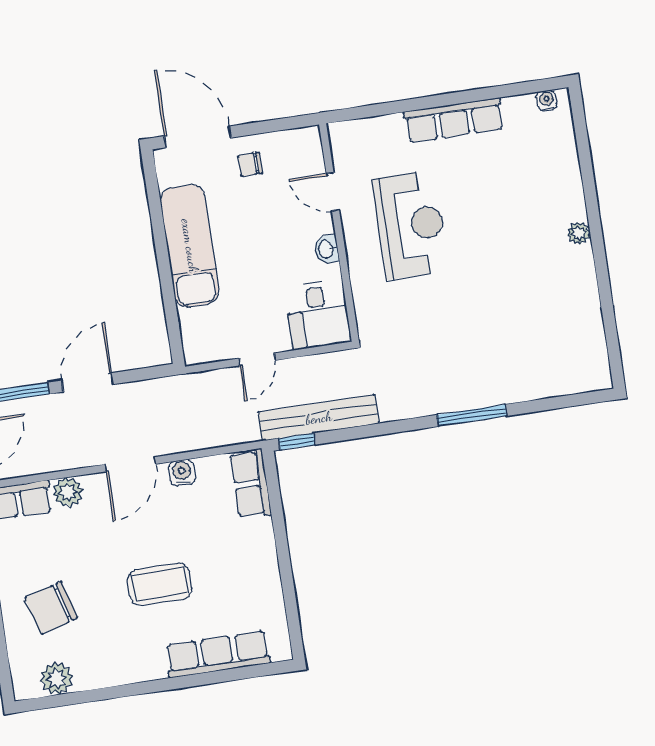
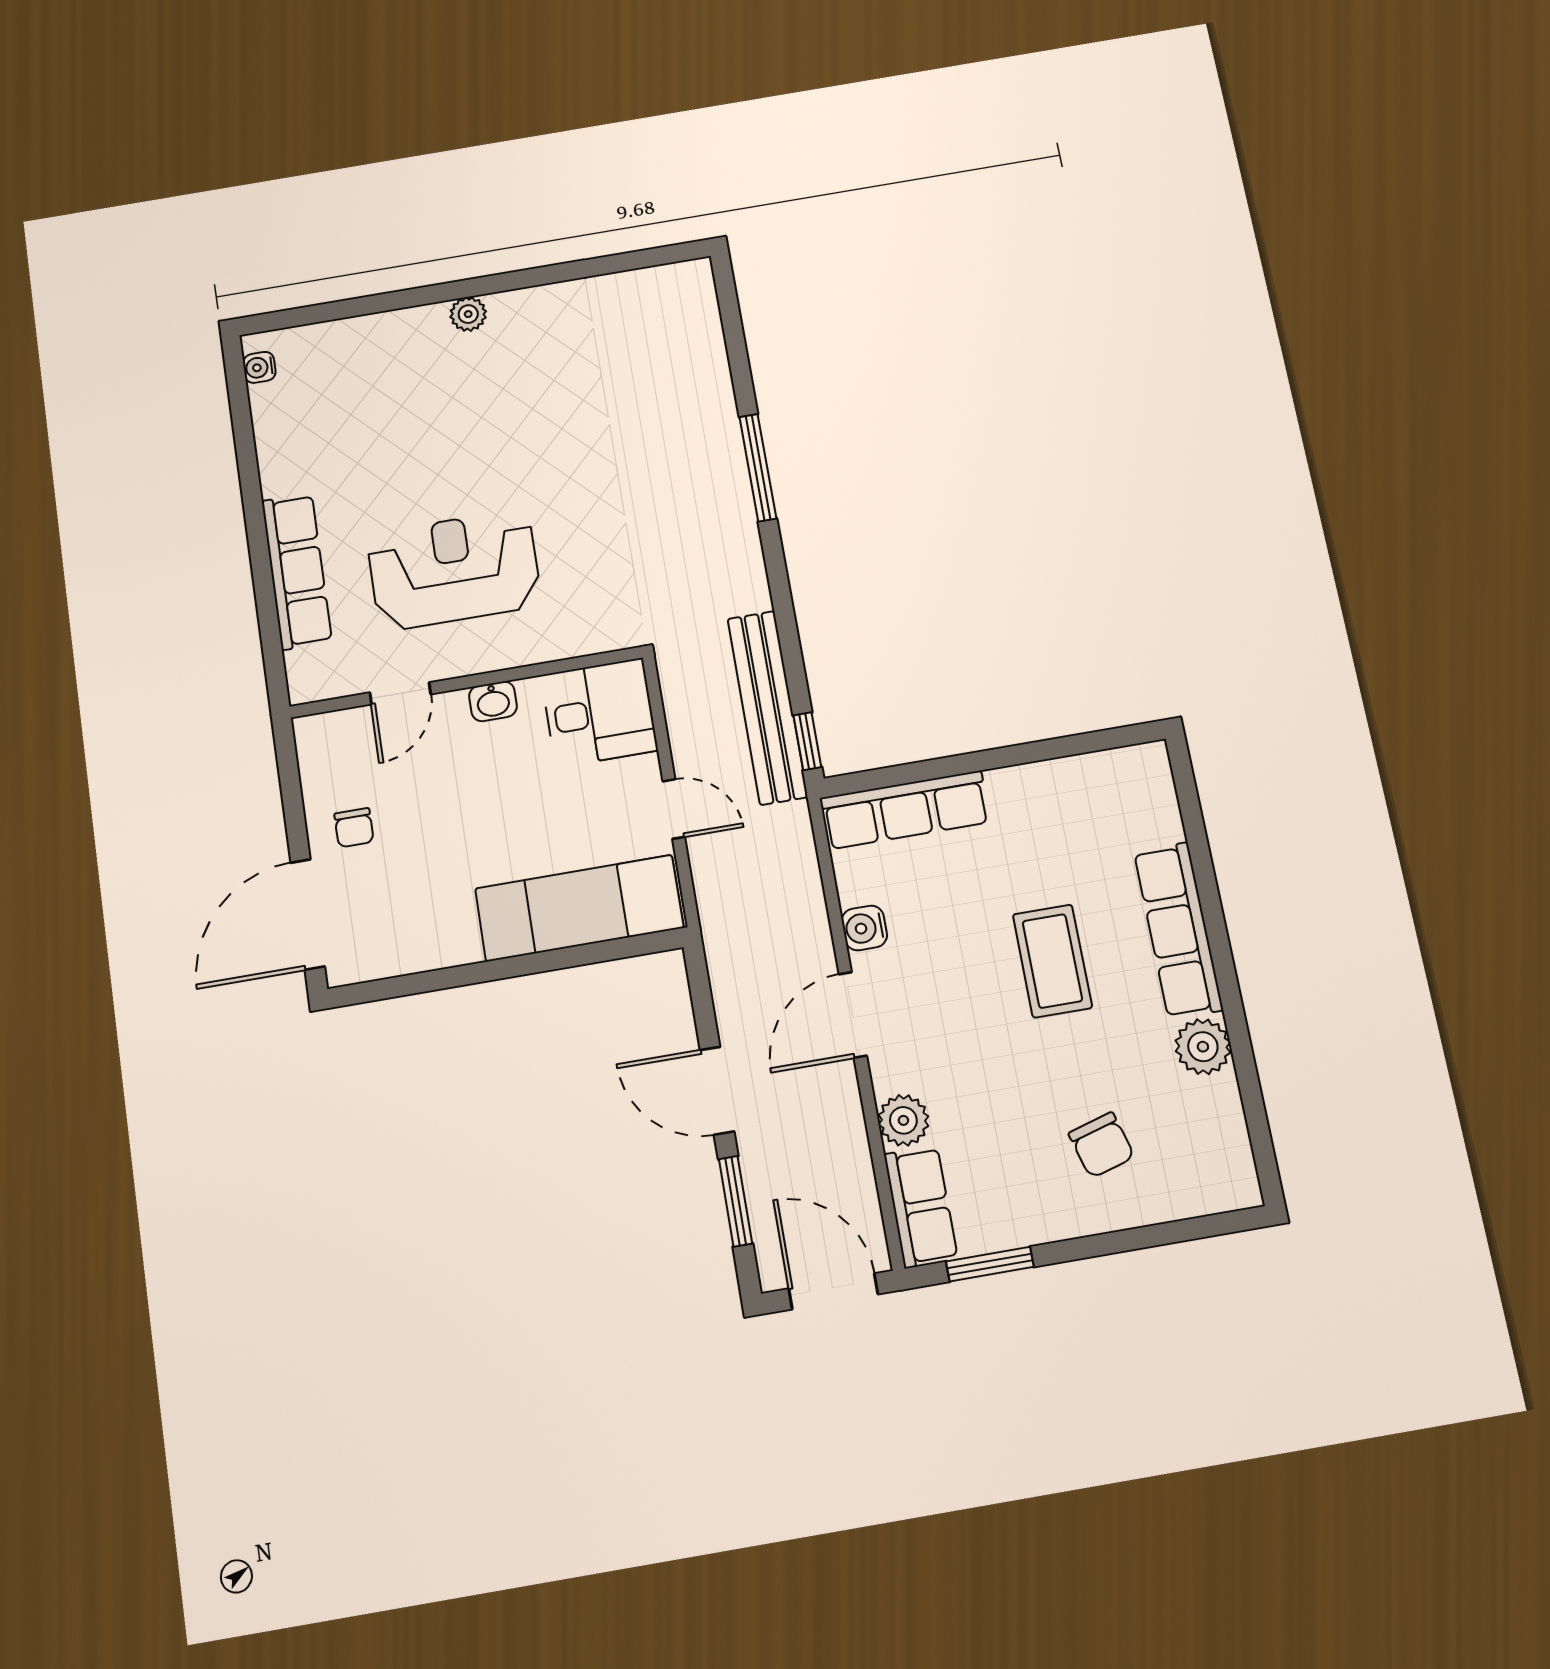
row of seats: (454, 120) -> (297, 571), moved
exam couch: (190, 246) -> (579, 908), moved
door: (130, 464) -> (853, 1015), swing flipped
row of seats: (251, 484) -> (905, 810), width x1.48
chair: (51, 608) -> (1102, 1145), width x0.73, depth x0.73
row of seats: (218, 654) -> (1178, 930), moved
plant: (57, 678) -> (1203, 1047), moved

